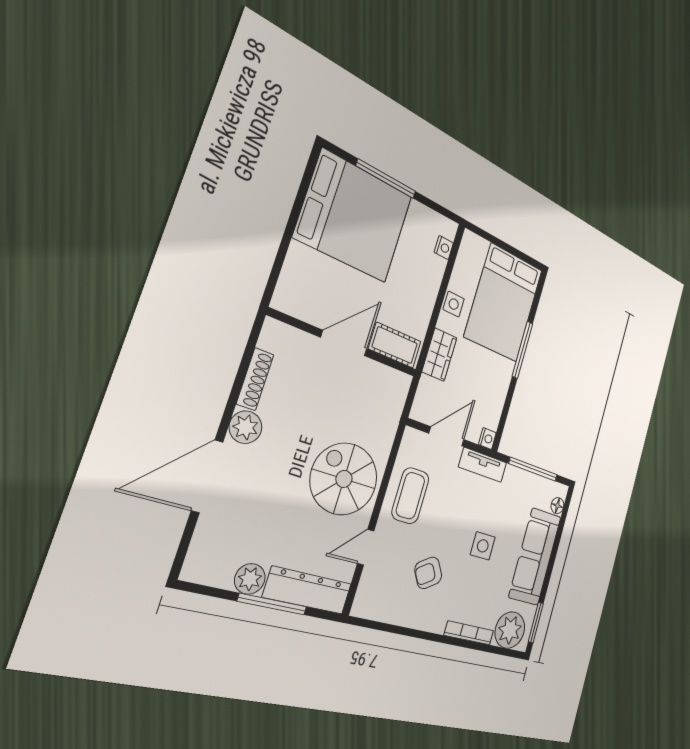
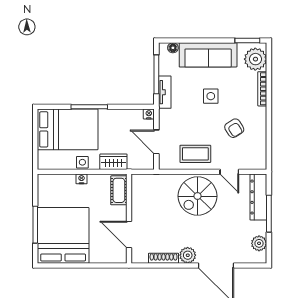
nightstand: (444, 248) -> (82, 179), moved
door: (344, 343) -> (129, 235), moved
tv unit: (483, 465) -> (165, 92), moved
plant: (250, 579) -> (259, 243), moved

